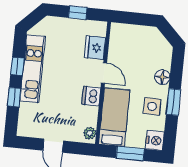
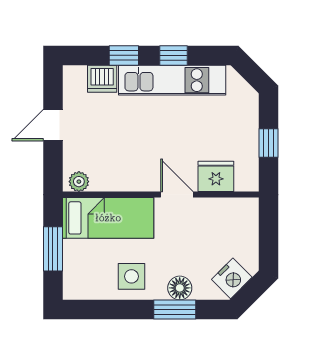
door: (104, 73) -> (177, 195), swing flipped
dishwasher: (91, 96) -> (102, 79), moved, turned 180
window: (173, 102) -> (175, 310), moved
nightstand: (155, 140) -> (232, 278), moved, turned -45

